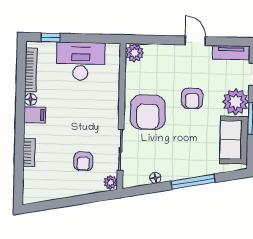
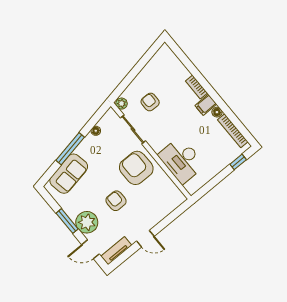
plant: (134, 53) -> (177, 198), removed
desk: (81, 61) -> (181, 160), moved, turned 90
sofa: (234, 140) -> (69, 174), moved, turned 80
bookcase: (29, 152) -> (197, 87), moved

